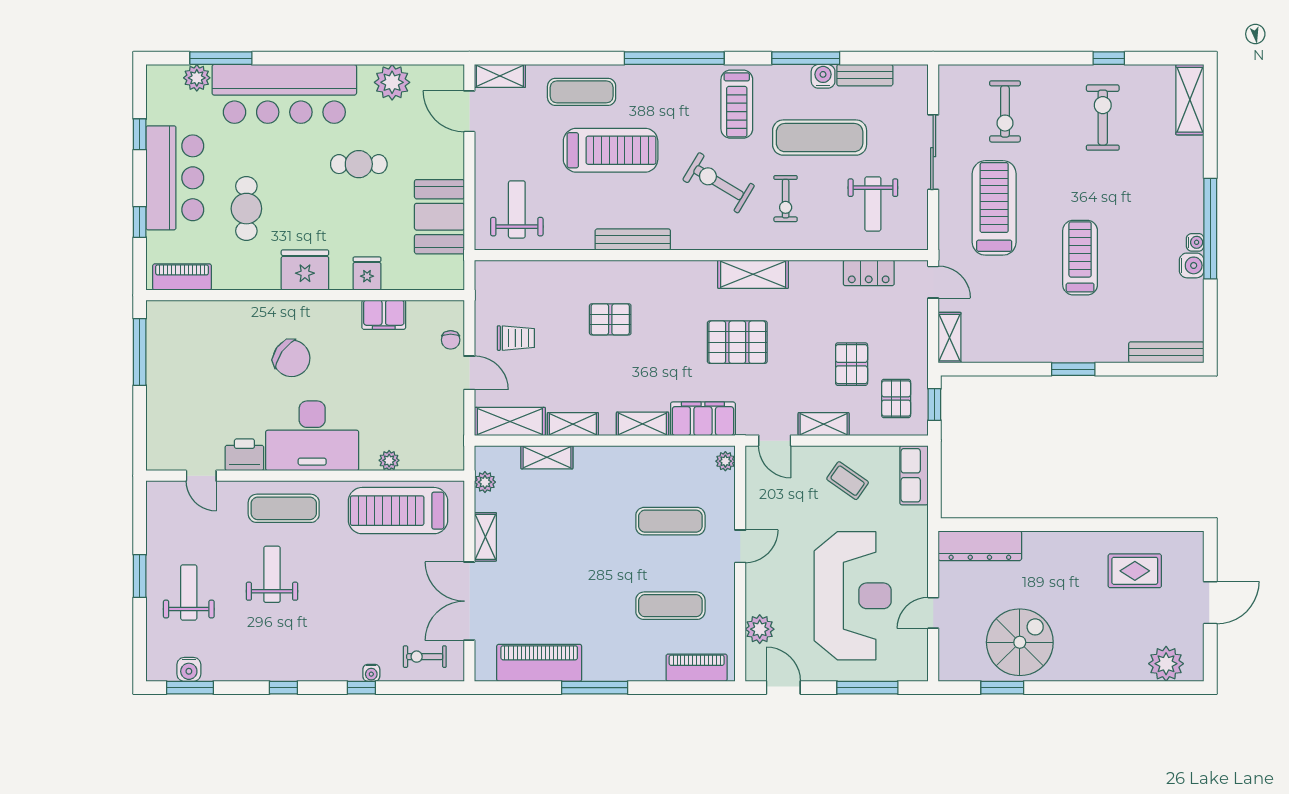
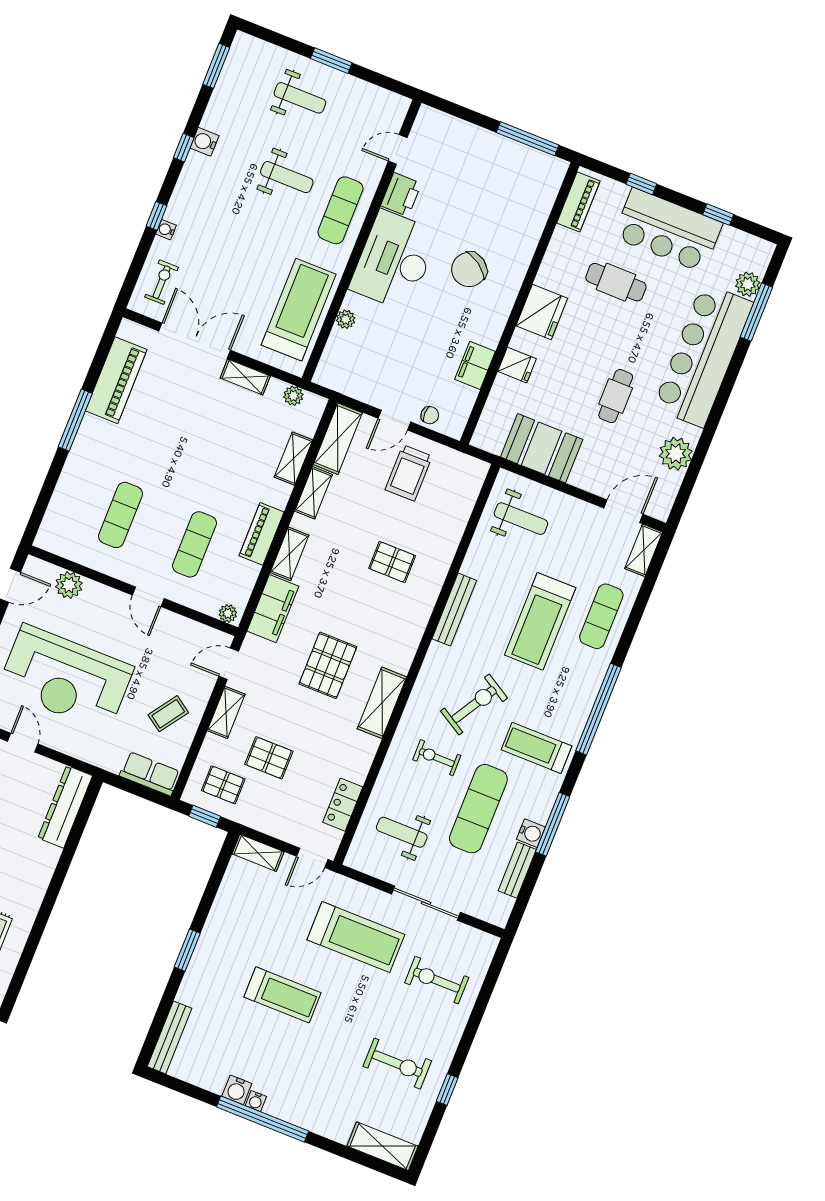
pallet: (610, 319) -> (392, 562), turned 90
trolley: (516, 338) -> (409, 473), width x1.36, depth x1.39
chair: (451, 340) -> (430, 415), turned 180
piano: (697, 668) -> (262, 534), moved, turned 180
water cooler: (189, 669) -> (204, 142), moved

